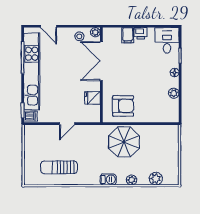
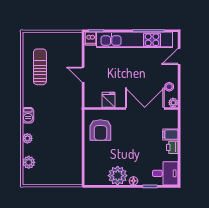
plant: (174, 93) -> (118, 176), width x1.88, depth x1.88
parasol: (124, 142) -> (65, 131), removed

